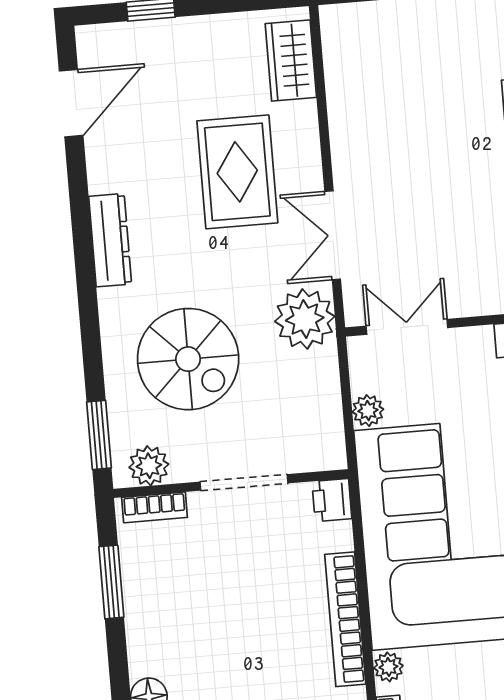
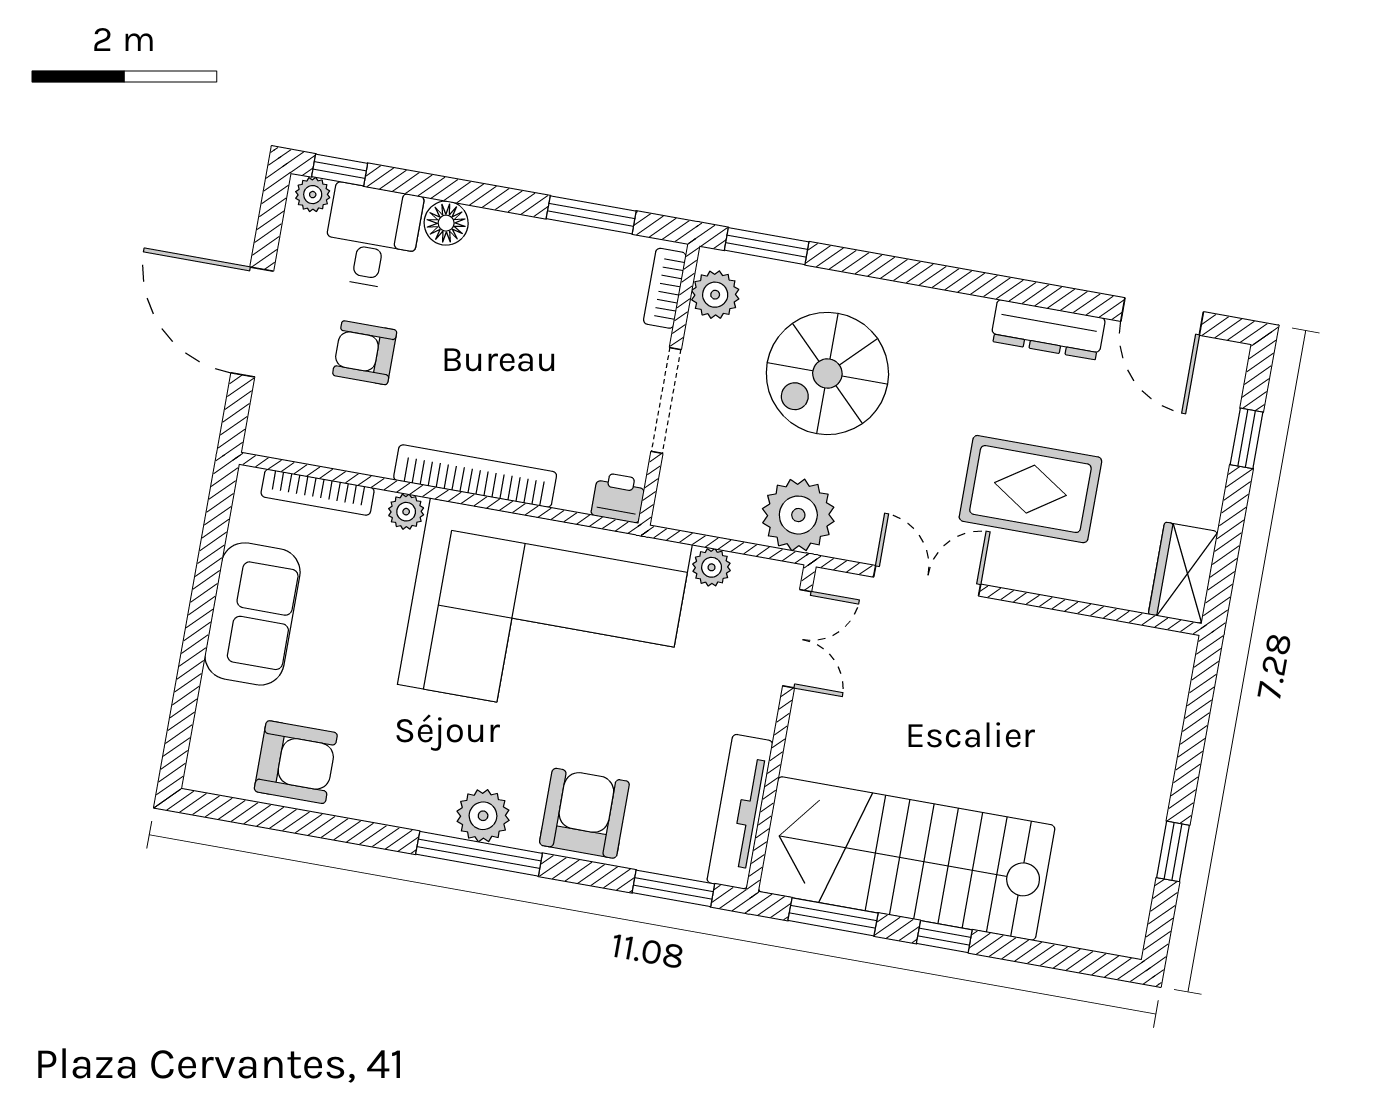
wardrobe: (291, 61) -> (1183, 573), moved, turned -90
dresser: (110, 240) -> (1048, 330), moved
plant: (305, 319) -> (798, 515), moved

